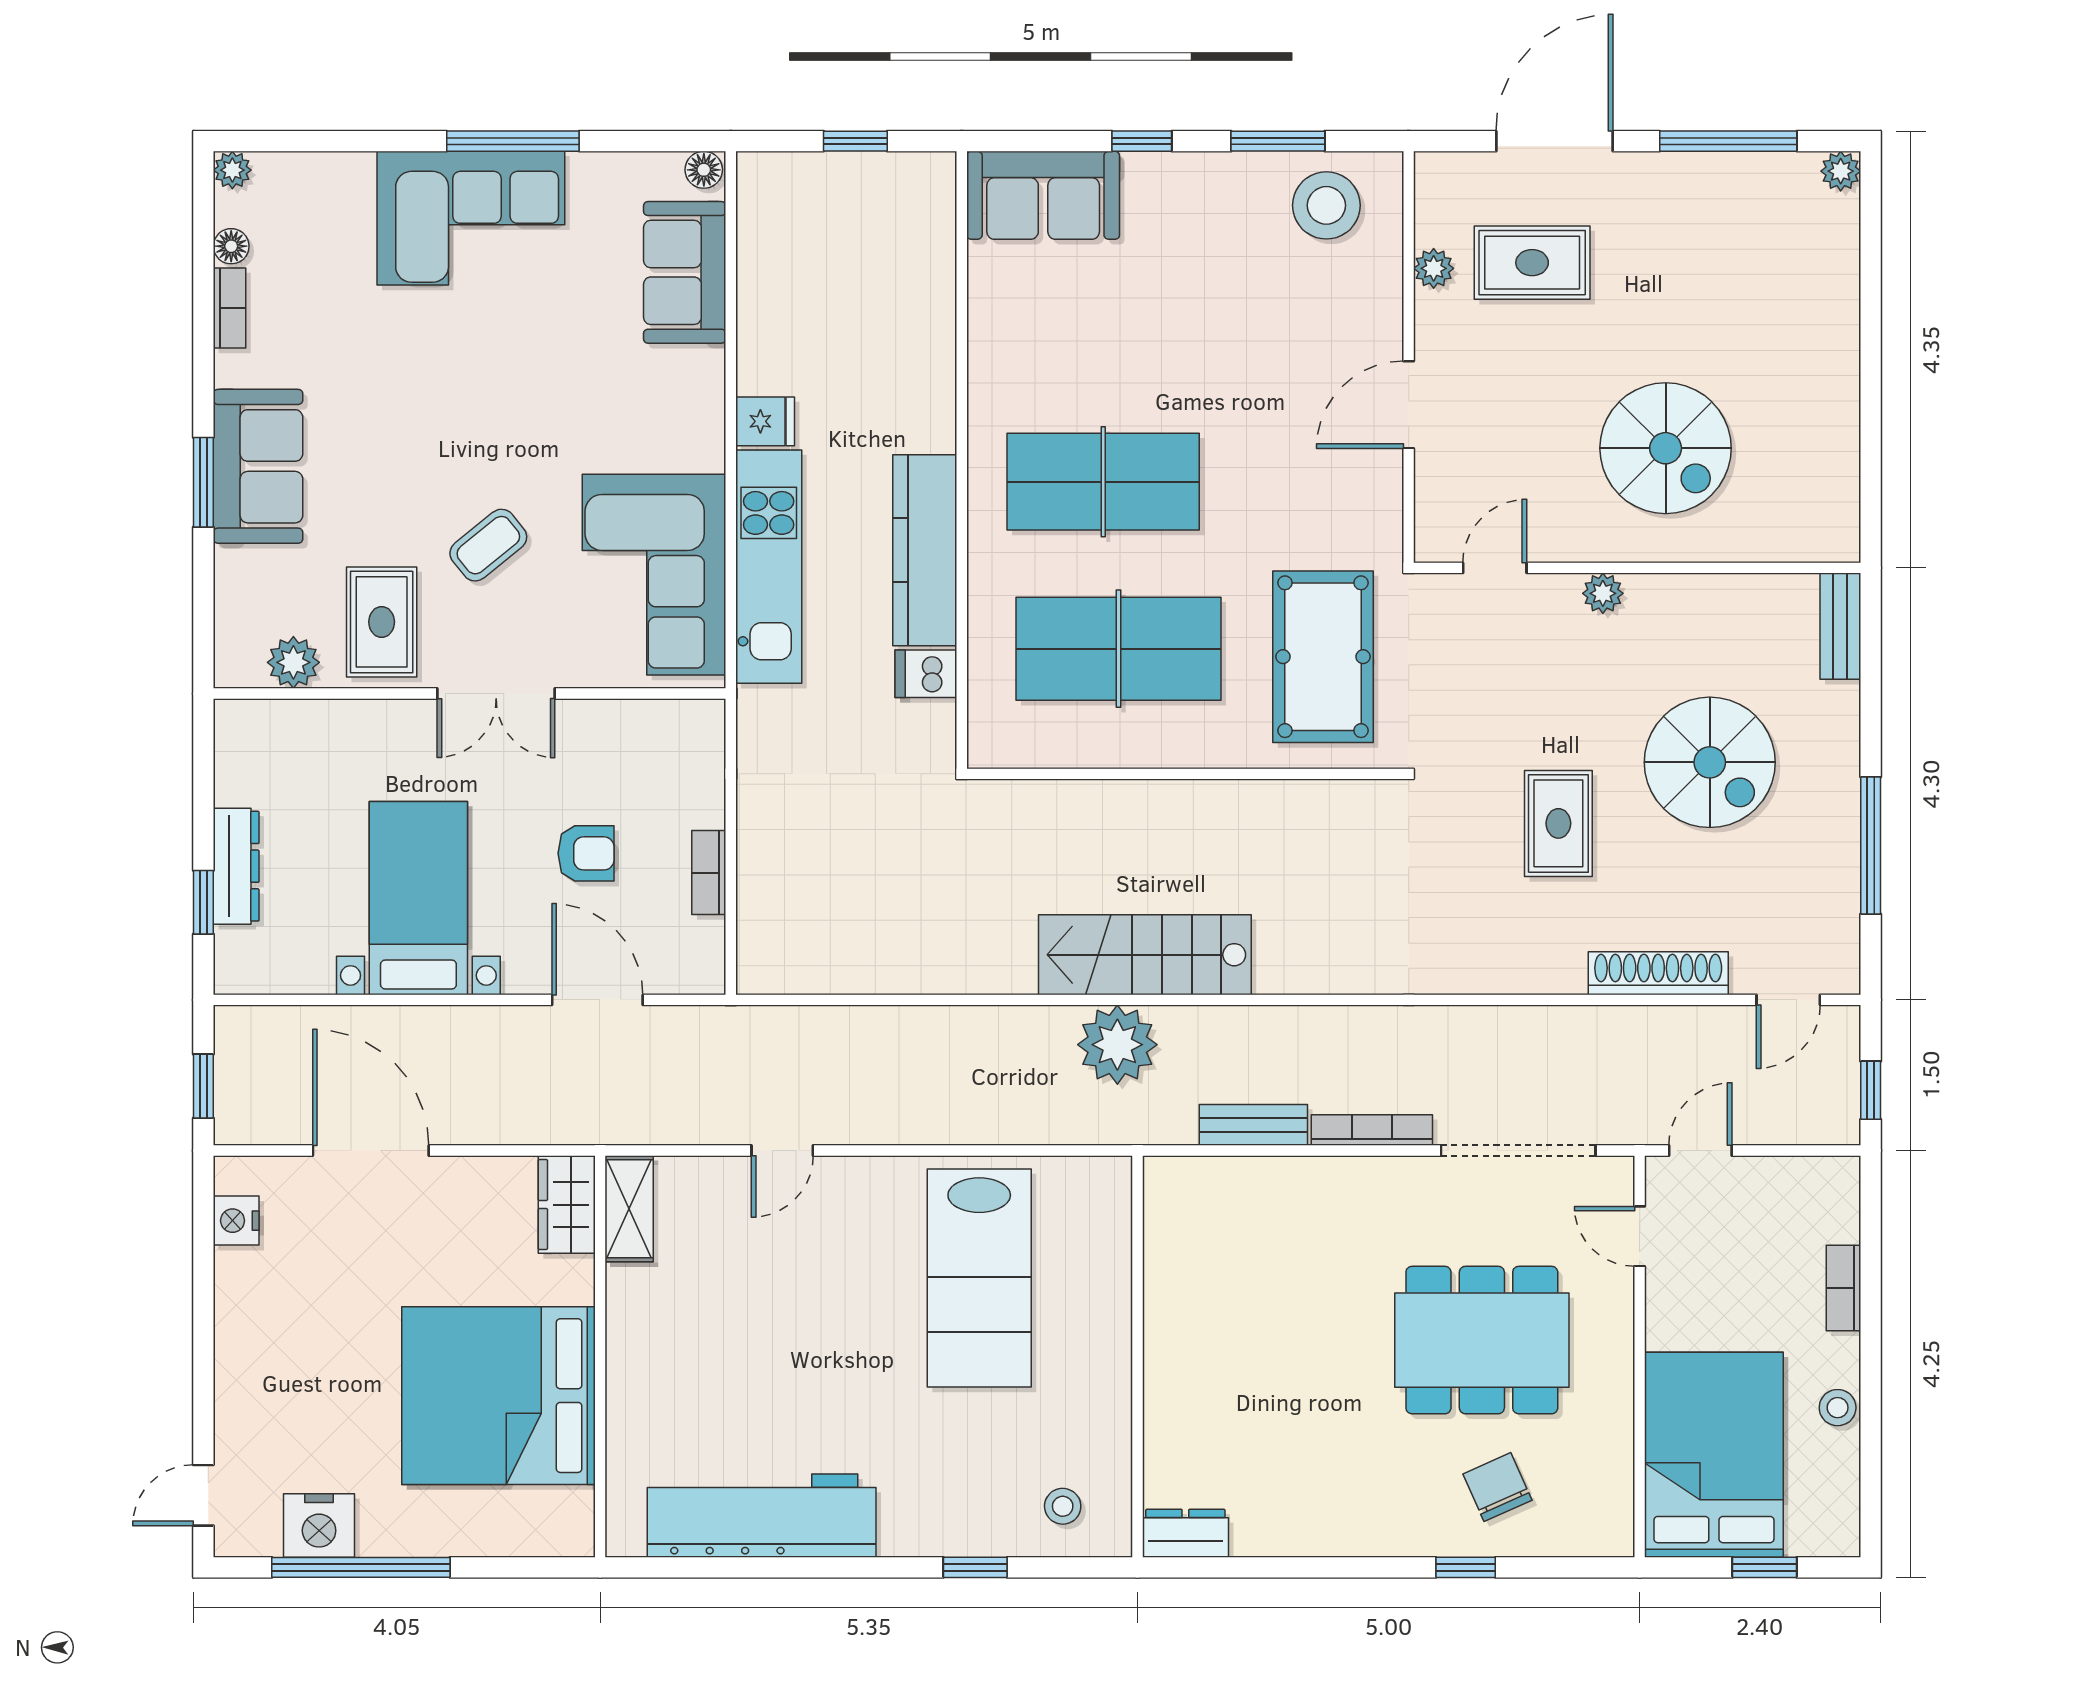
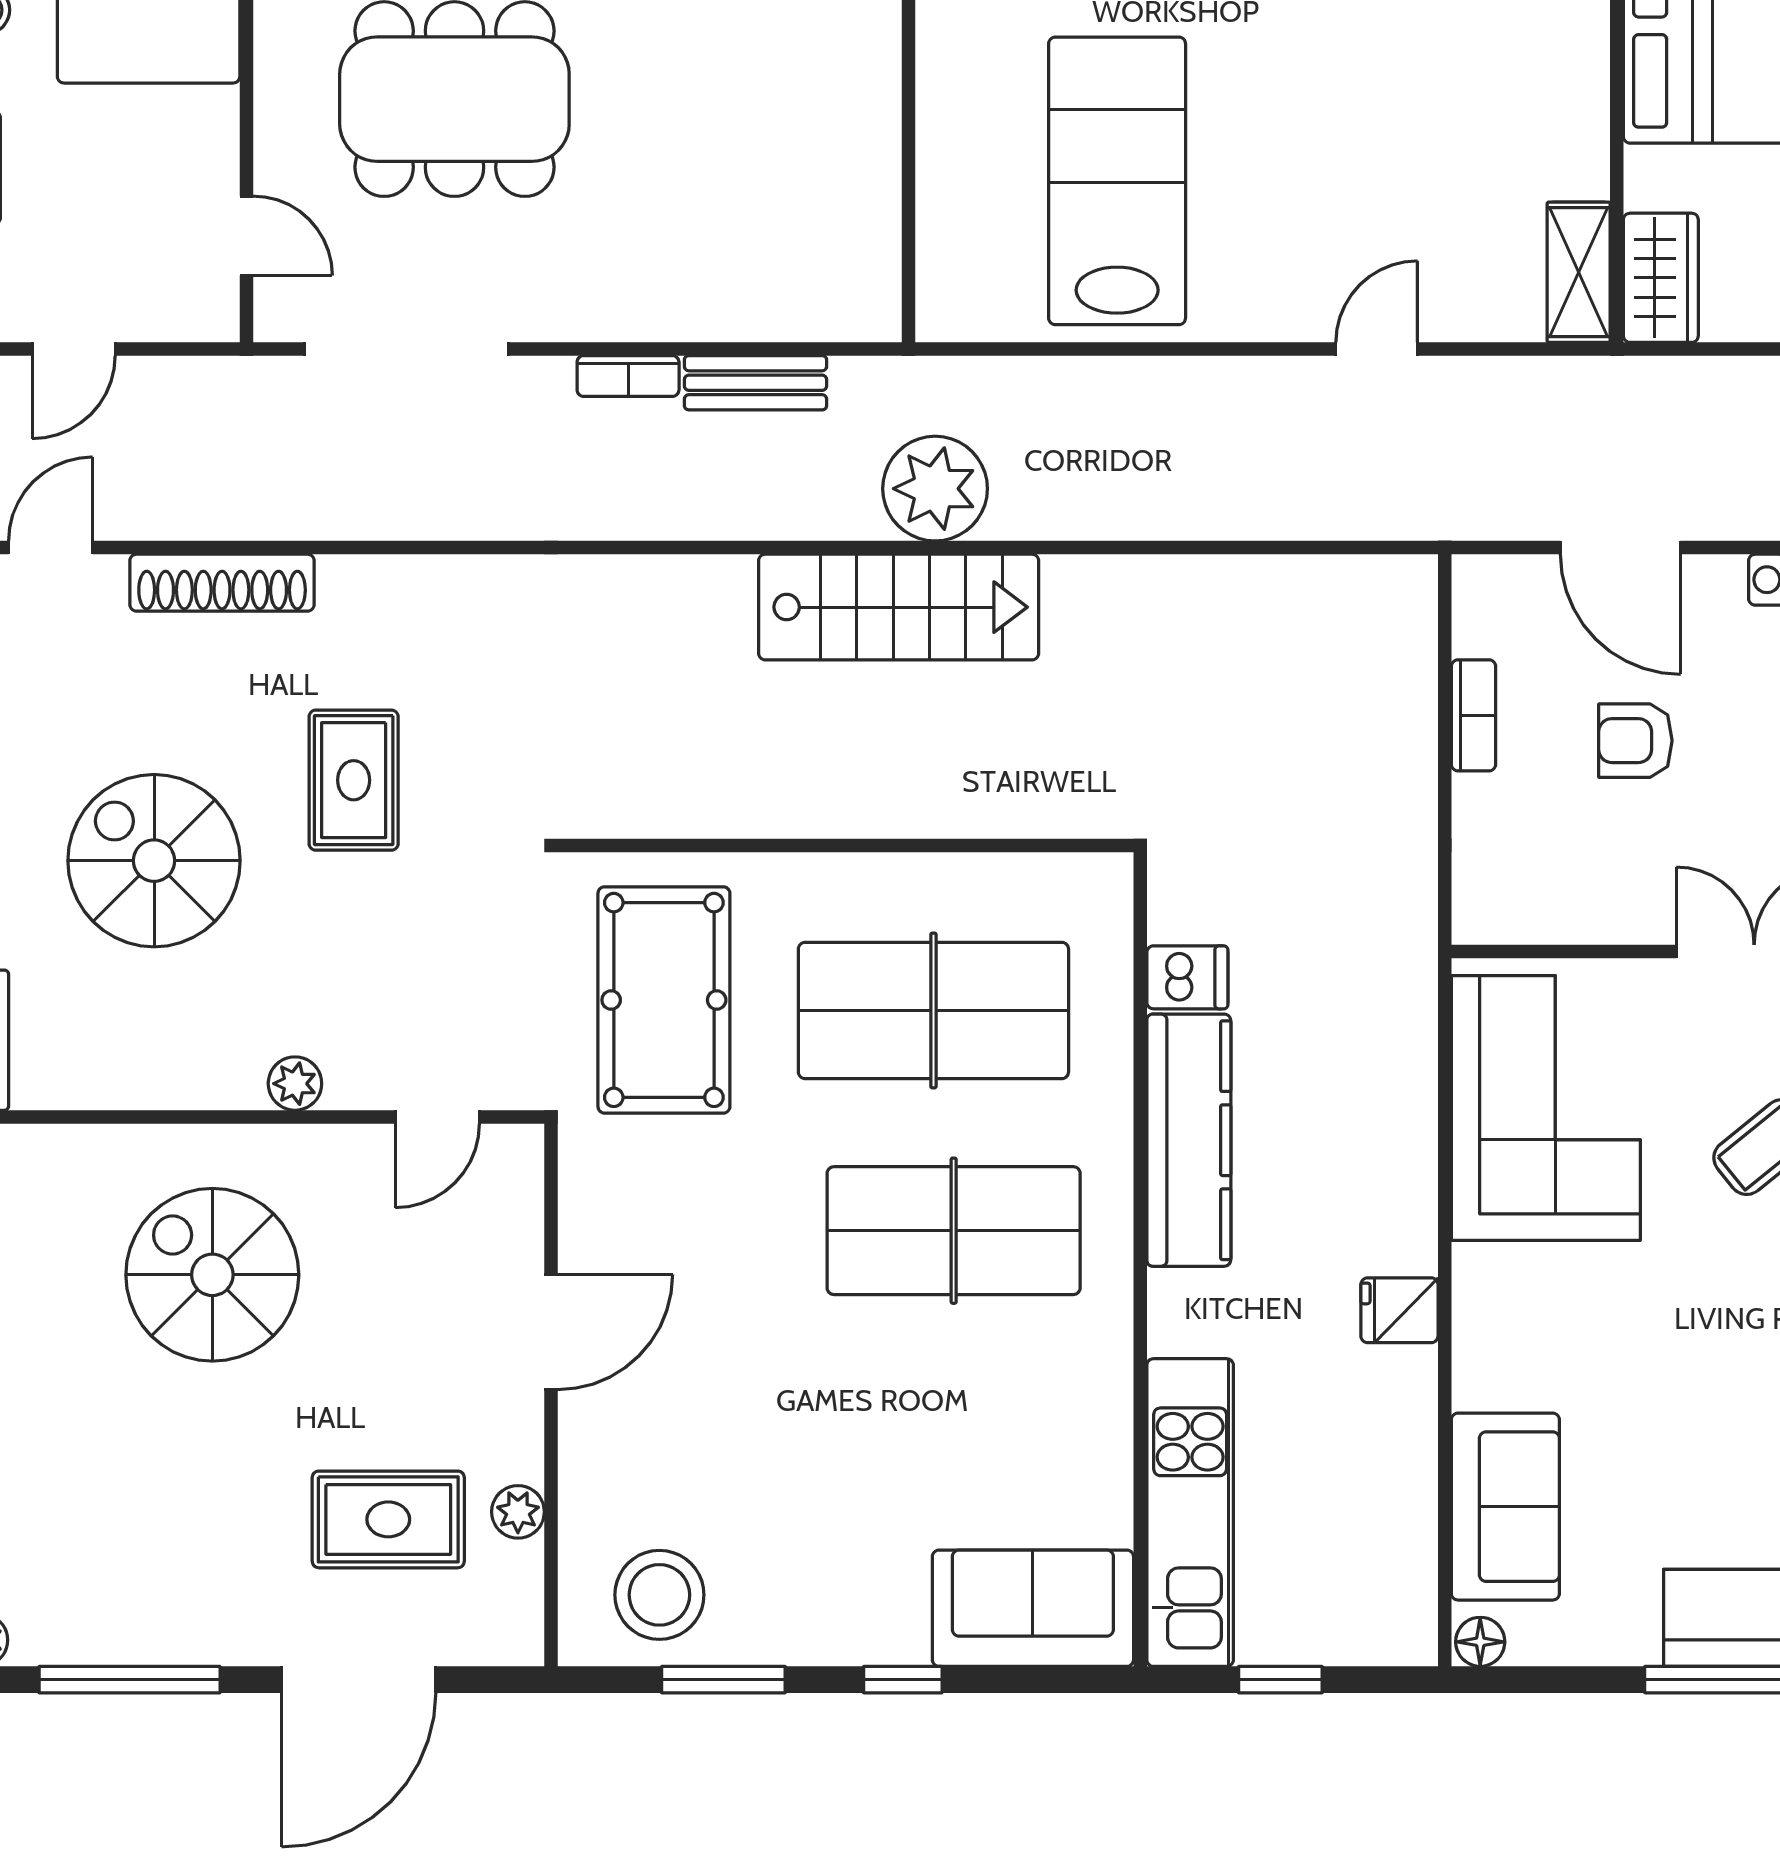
kitchen unit: (769, 567) -> (1190, 1513), moved, turned 180
bookcase: (1372, 1130) -> (628, 376), width x0.64
door: (1700, 1151) -> (74, 349), moved

